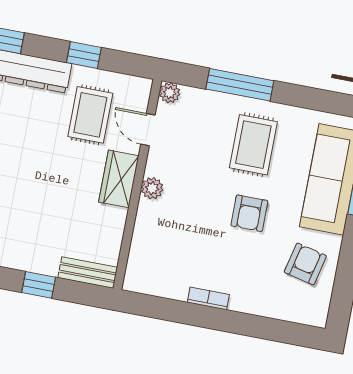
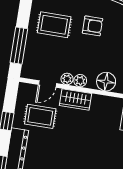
window: (240, 85) -> (19, 46), moved
plant: (170, 93) -> (67, 79), moved
floor lamp: (149, 234) -> (106, 82), added

